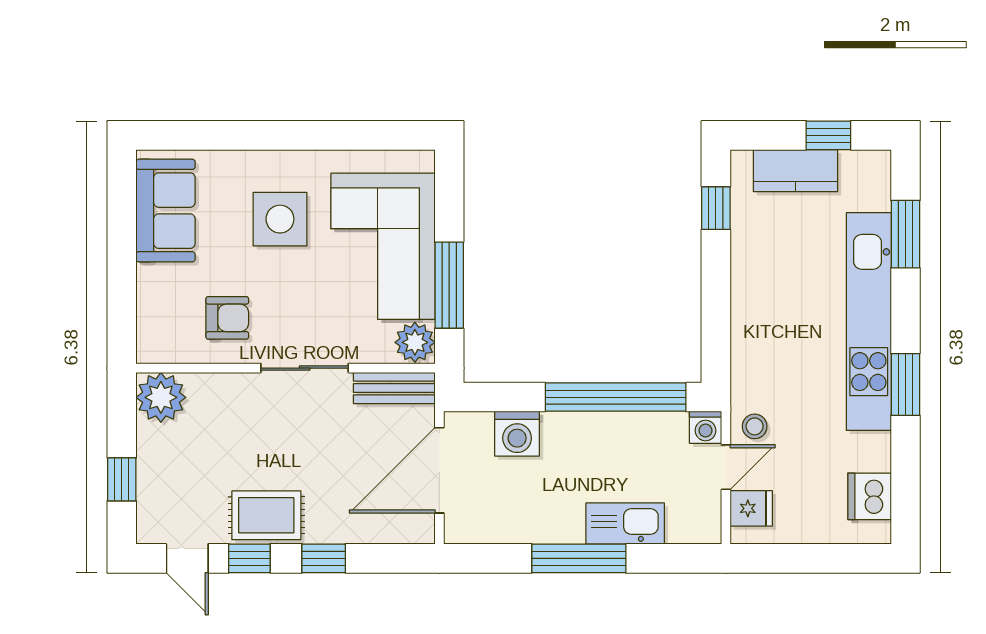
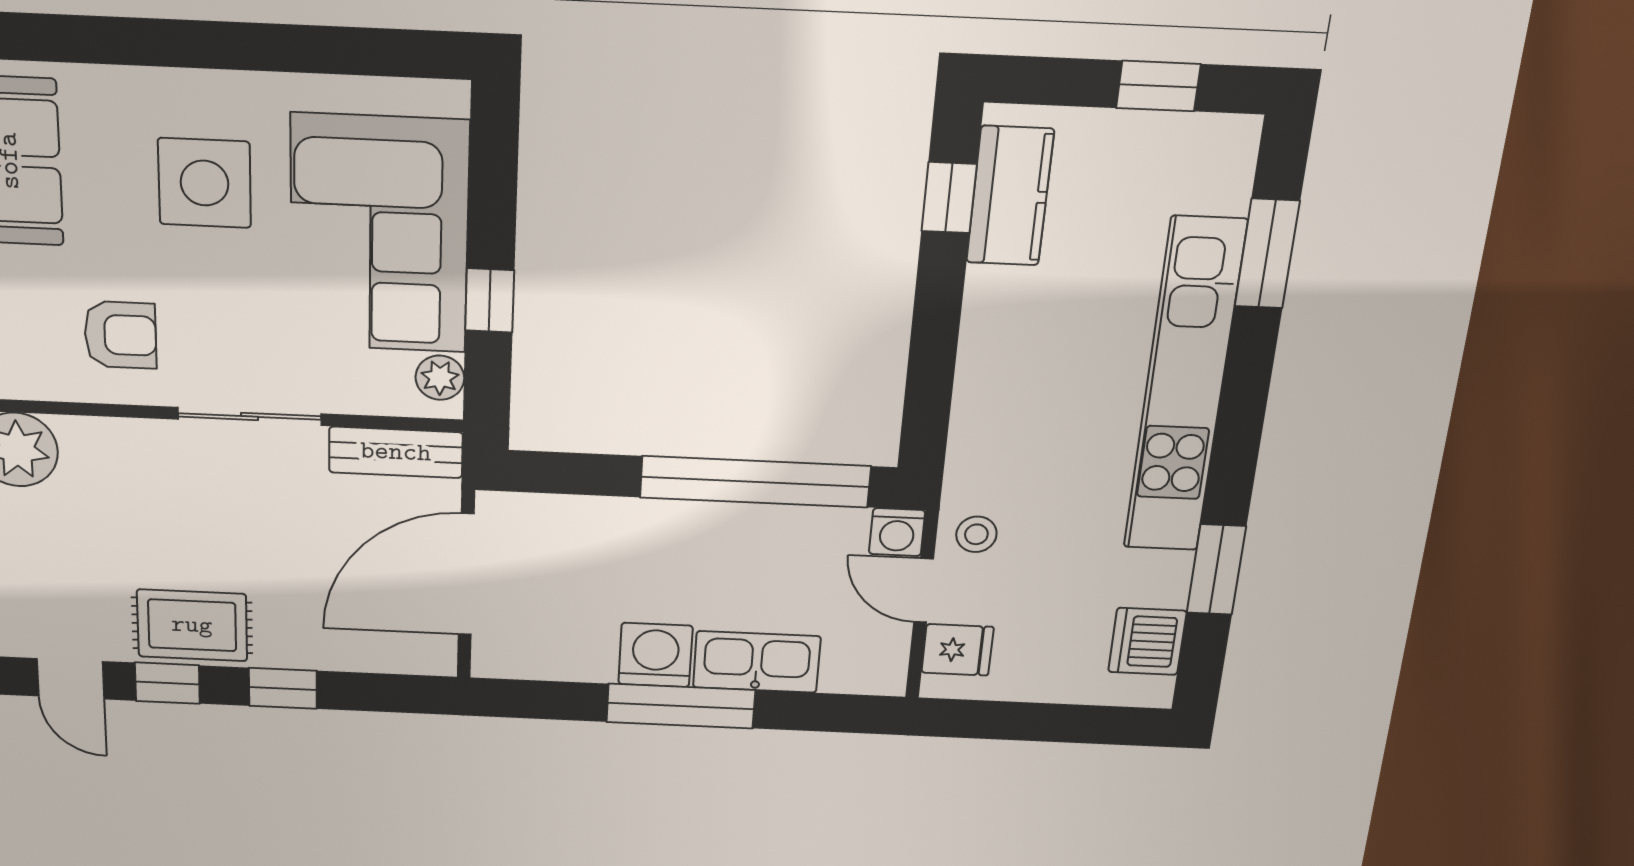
kitchen counter: (795, 171) -> (1010, 196), moved, turned -90
window: (449, 285) -> (490, 300), width x0.46
plant: (415, 342) -> (440, 378), width x0.73, depth x0.73
window: (905, 384) -> (1216, 570), moved
washing machine: (517, 434) -> (655, 655), moved, turned 180
door: (726, 467) -> (924, 591), swing flipped

